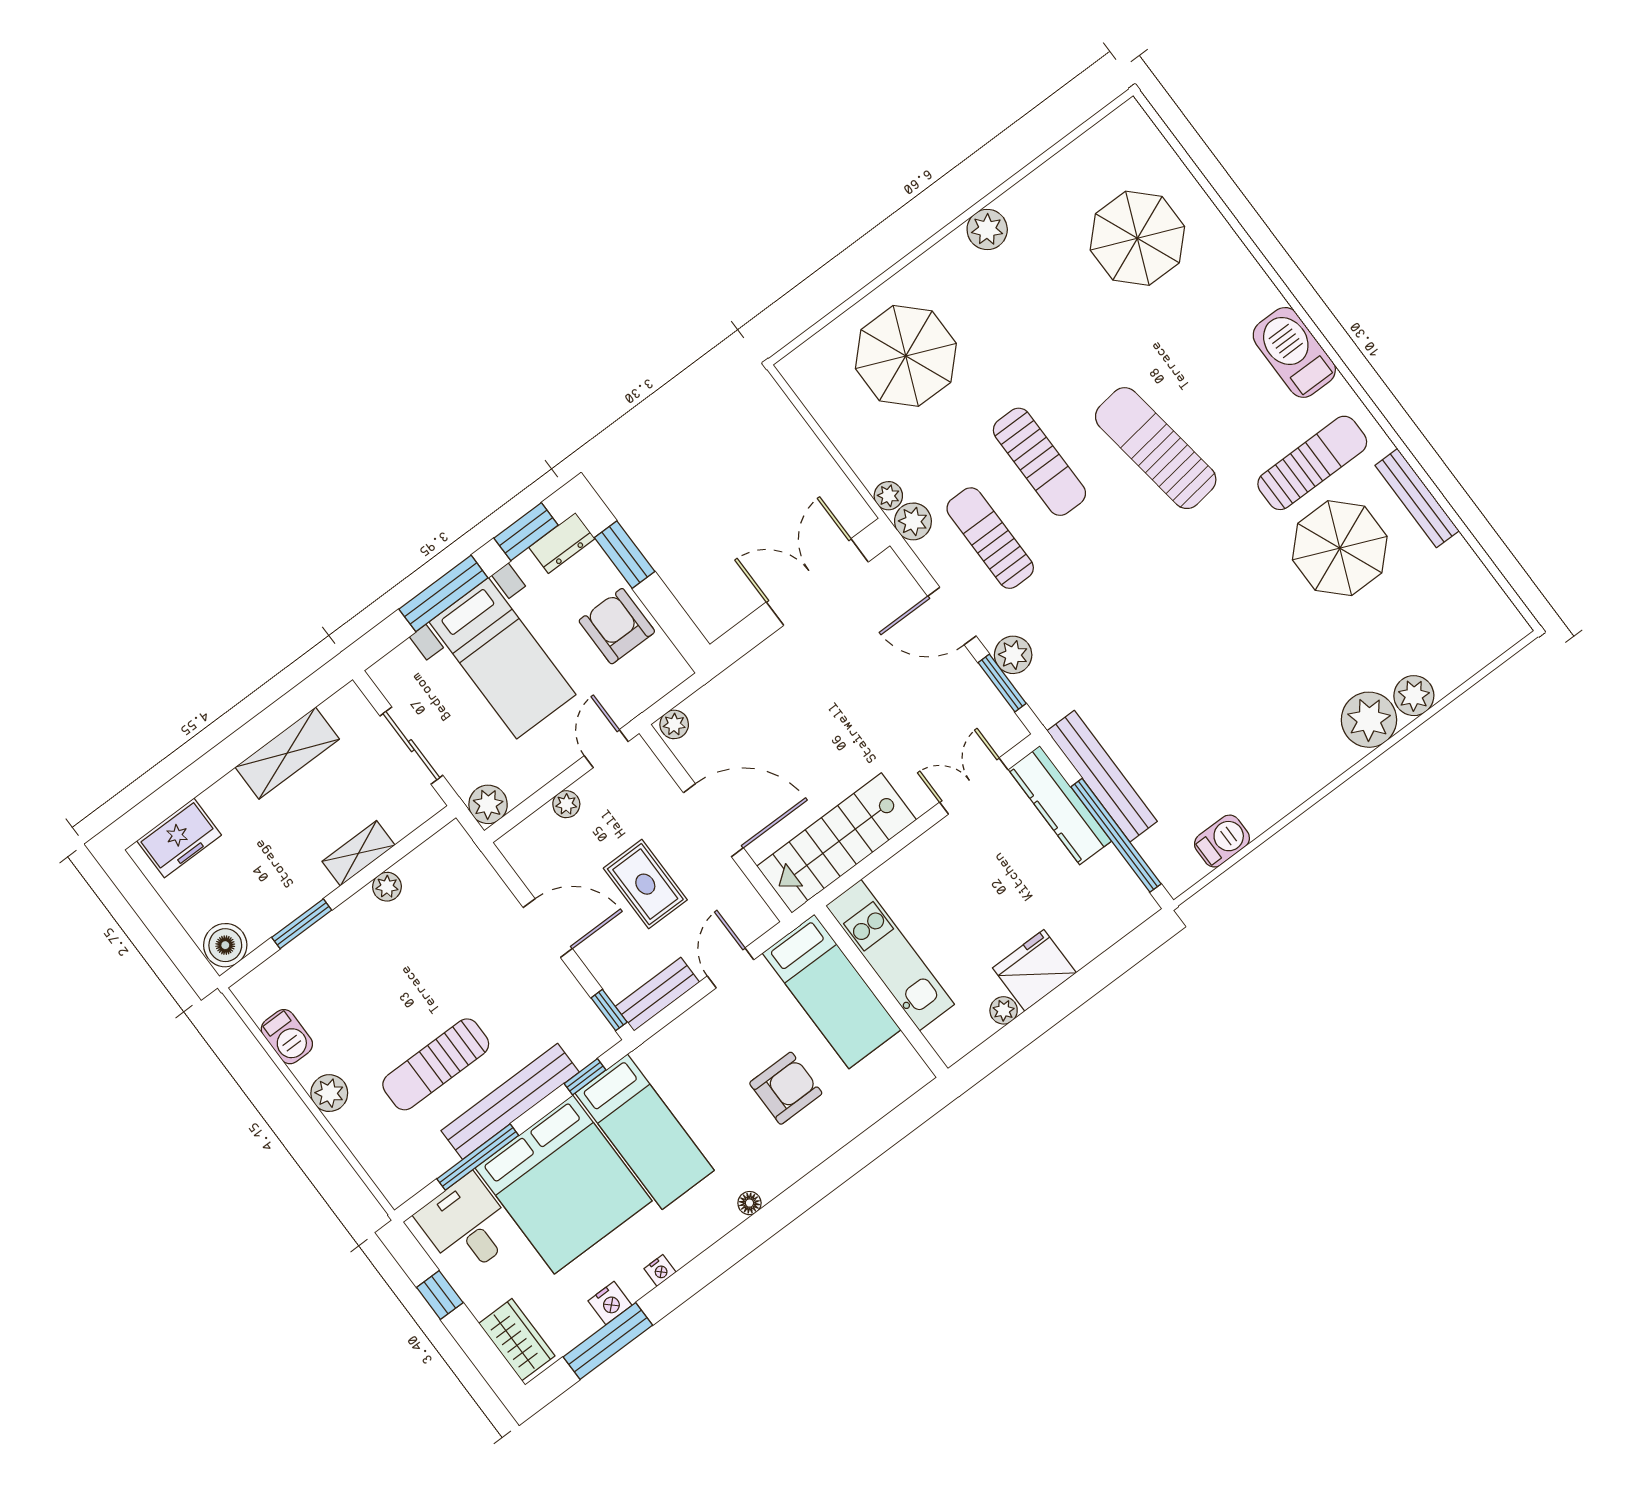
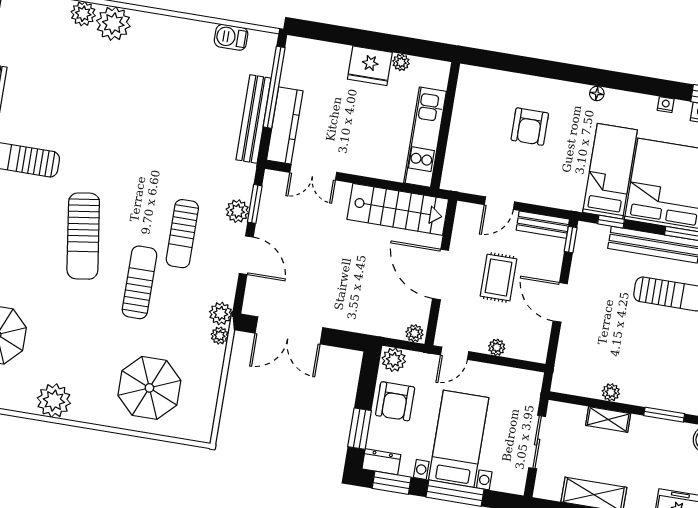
plant: (987, 229) -> (54, 401), width x1.36, depth x1.36
sun lounger: (990, 538) -> (182, 234), moved
parasol: (1340, 548) -> (49, 110), removed
plant: (488, 804) -> (394, 360), moved
bed: (832, 991) -> (467, 148), removed
armchair: (786, 1088) -> (530, 127), turned -90

